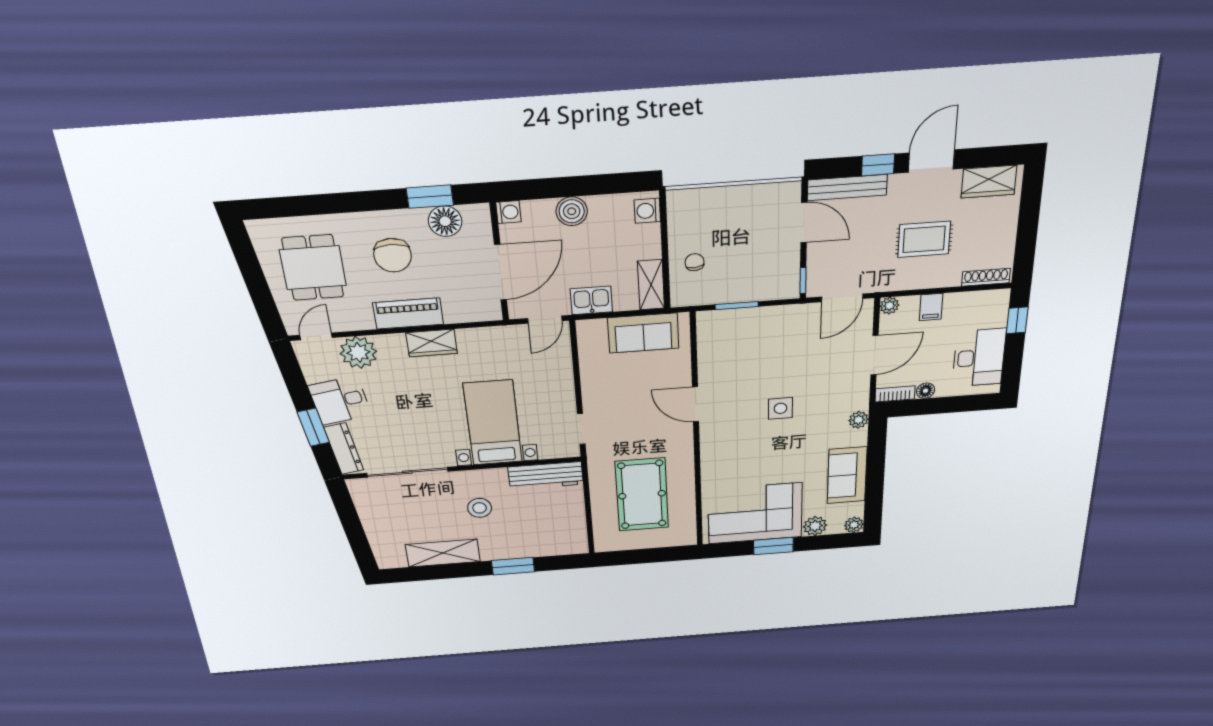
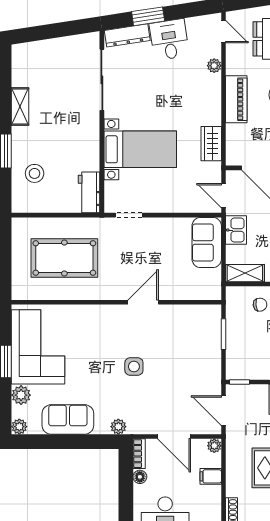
sofa: (643, 333) -> (207, 242), moved
wardrobe: (432, 343) -> (211, 144), moved
plant: (358, 352) -> (214, 66), width x0.53, depth x0.53
workbench: (546, 476) -> (89, 192), width x0.73
stool: (480, 508) -> (35, 173), moved
shelving: (443, 553) -> (20, 106), width x0.67, depth x0.75

